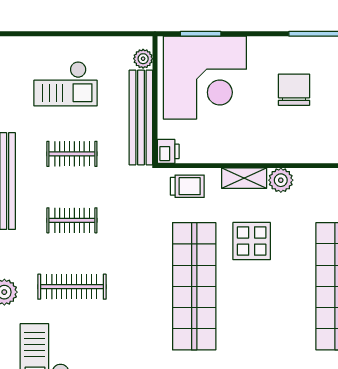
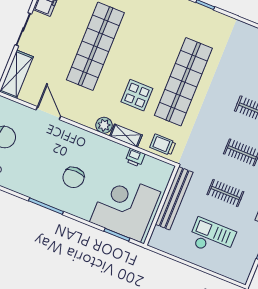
plant: (143, 59) -> (158, 234), removed
printer: (168, 151) -> (135, 158), moved, turned -90

